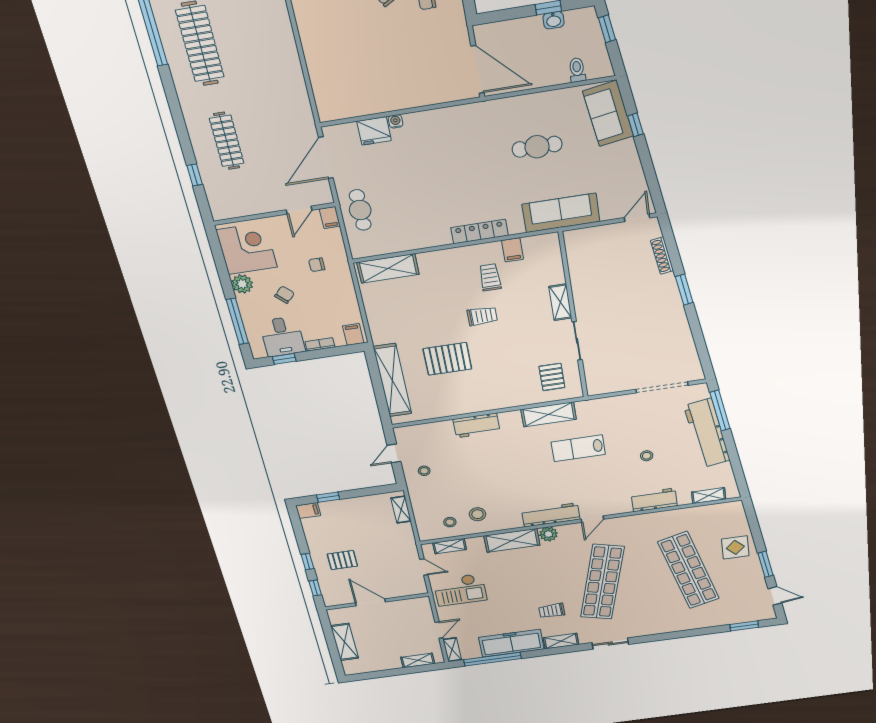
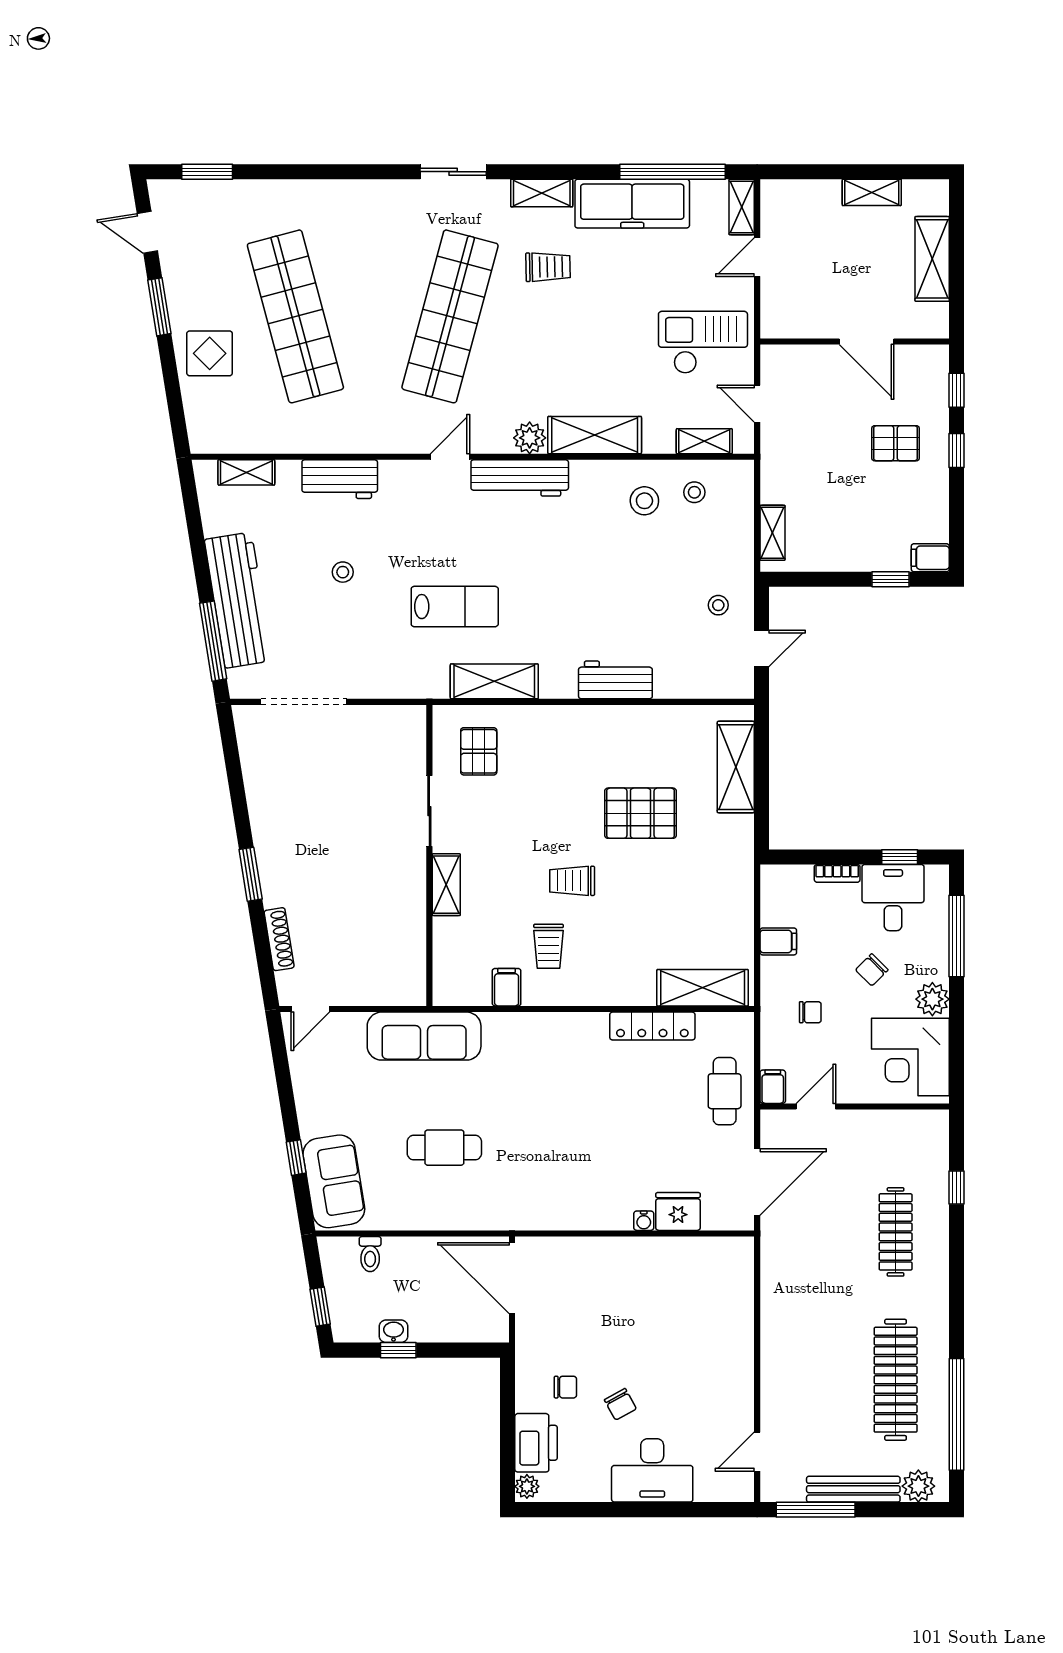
locker: (479, 232) -> (652, 1026), moved
filing cabinet: (353, 334) -> (778, 941), moved, turned -90
shelving: (392, 380) -> (736, 767), width x0.68
shelving: (418, 660) -> (872, 192), moved

